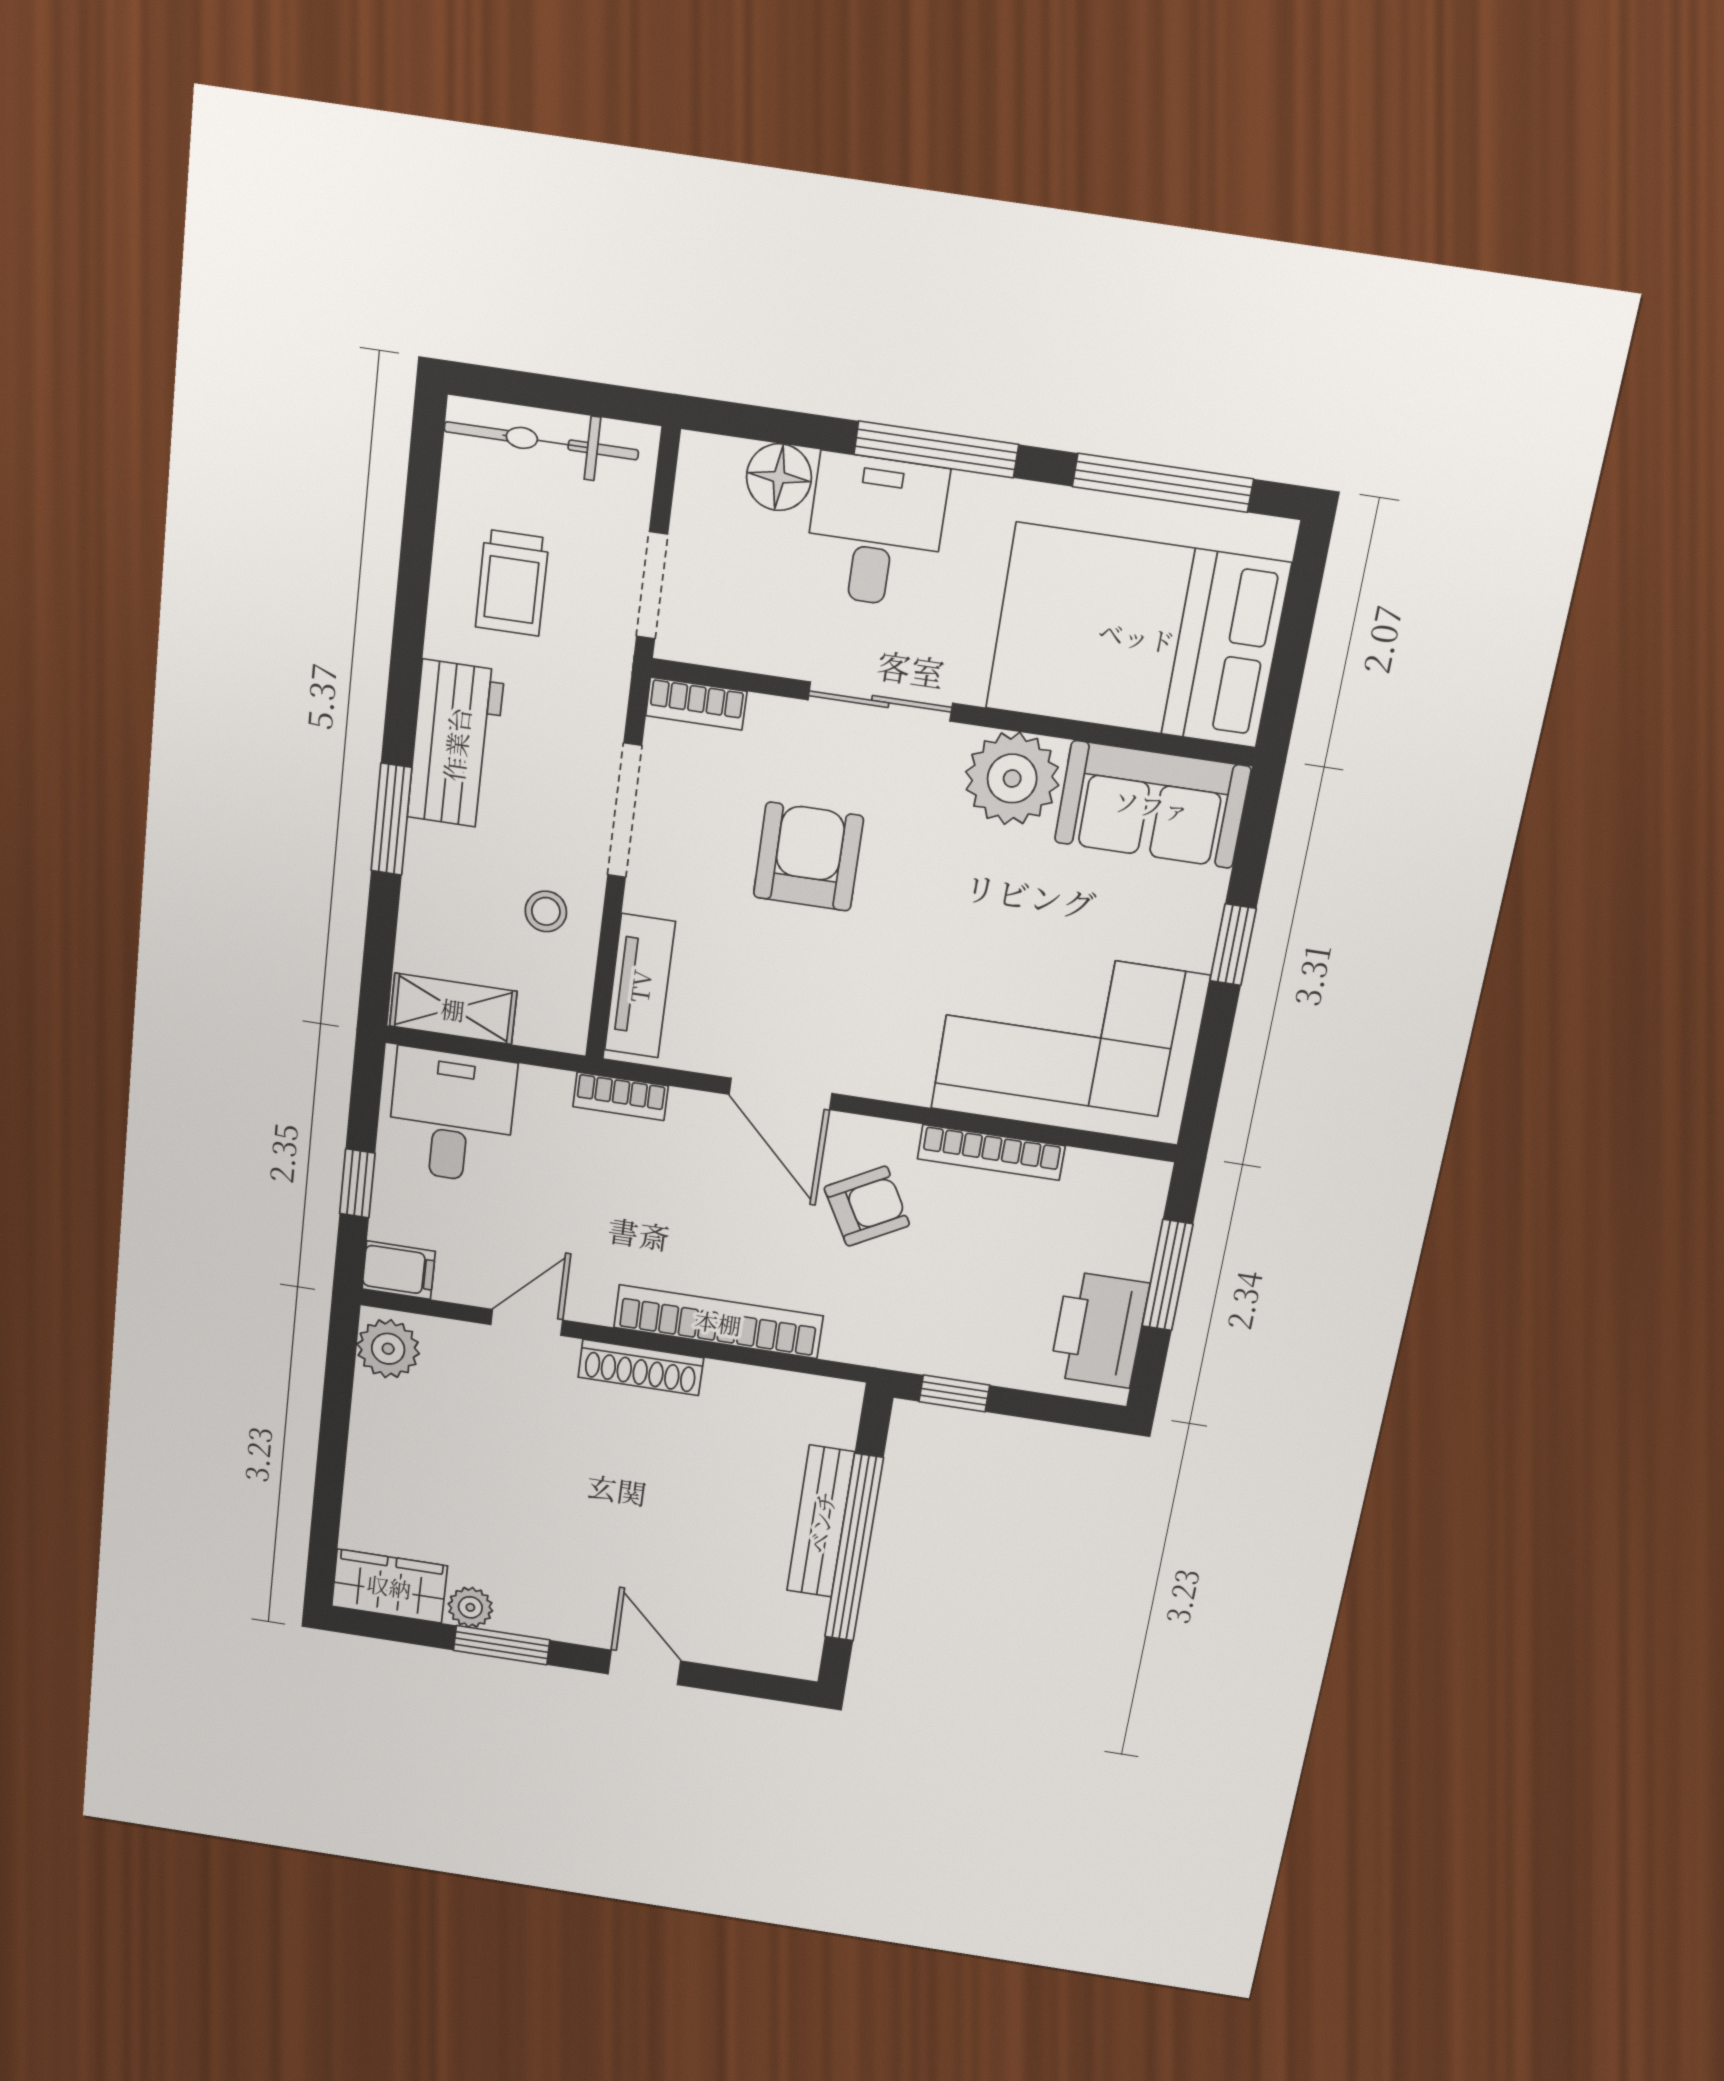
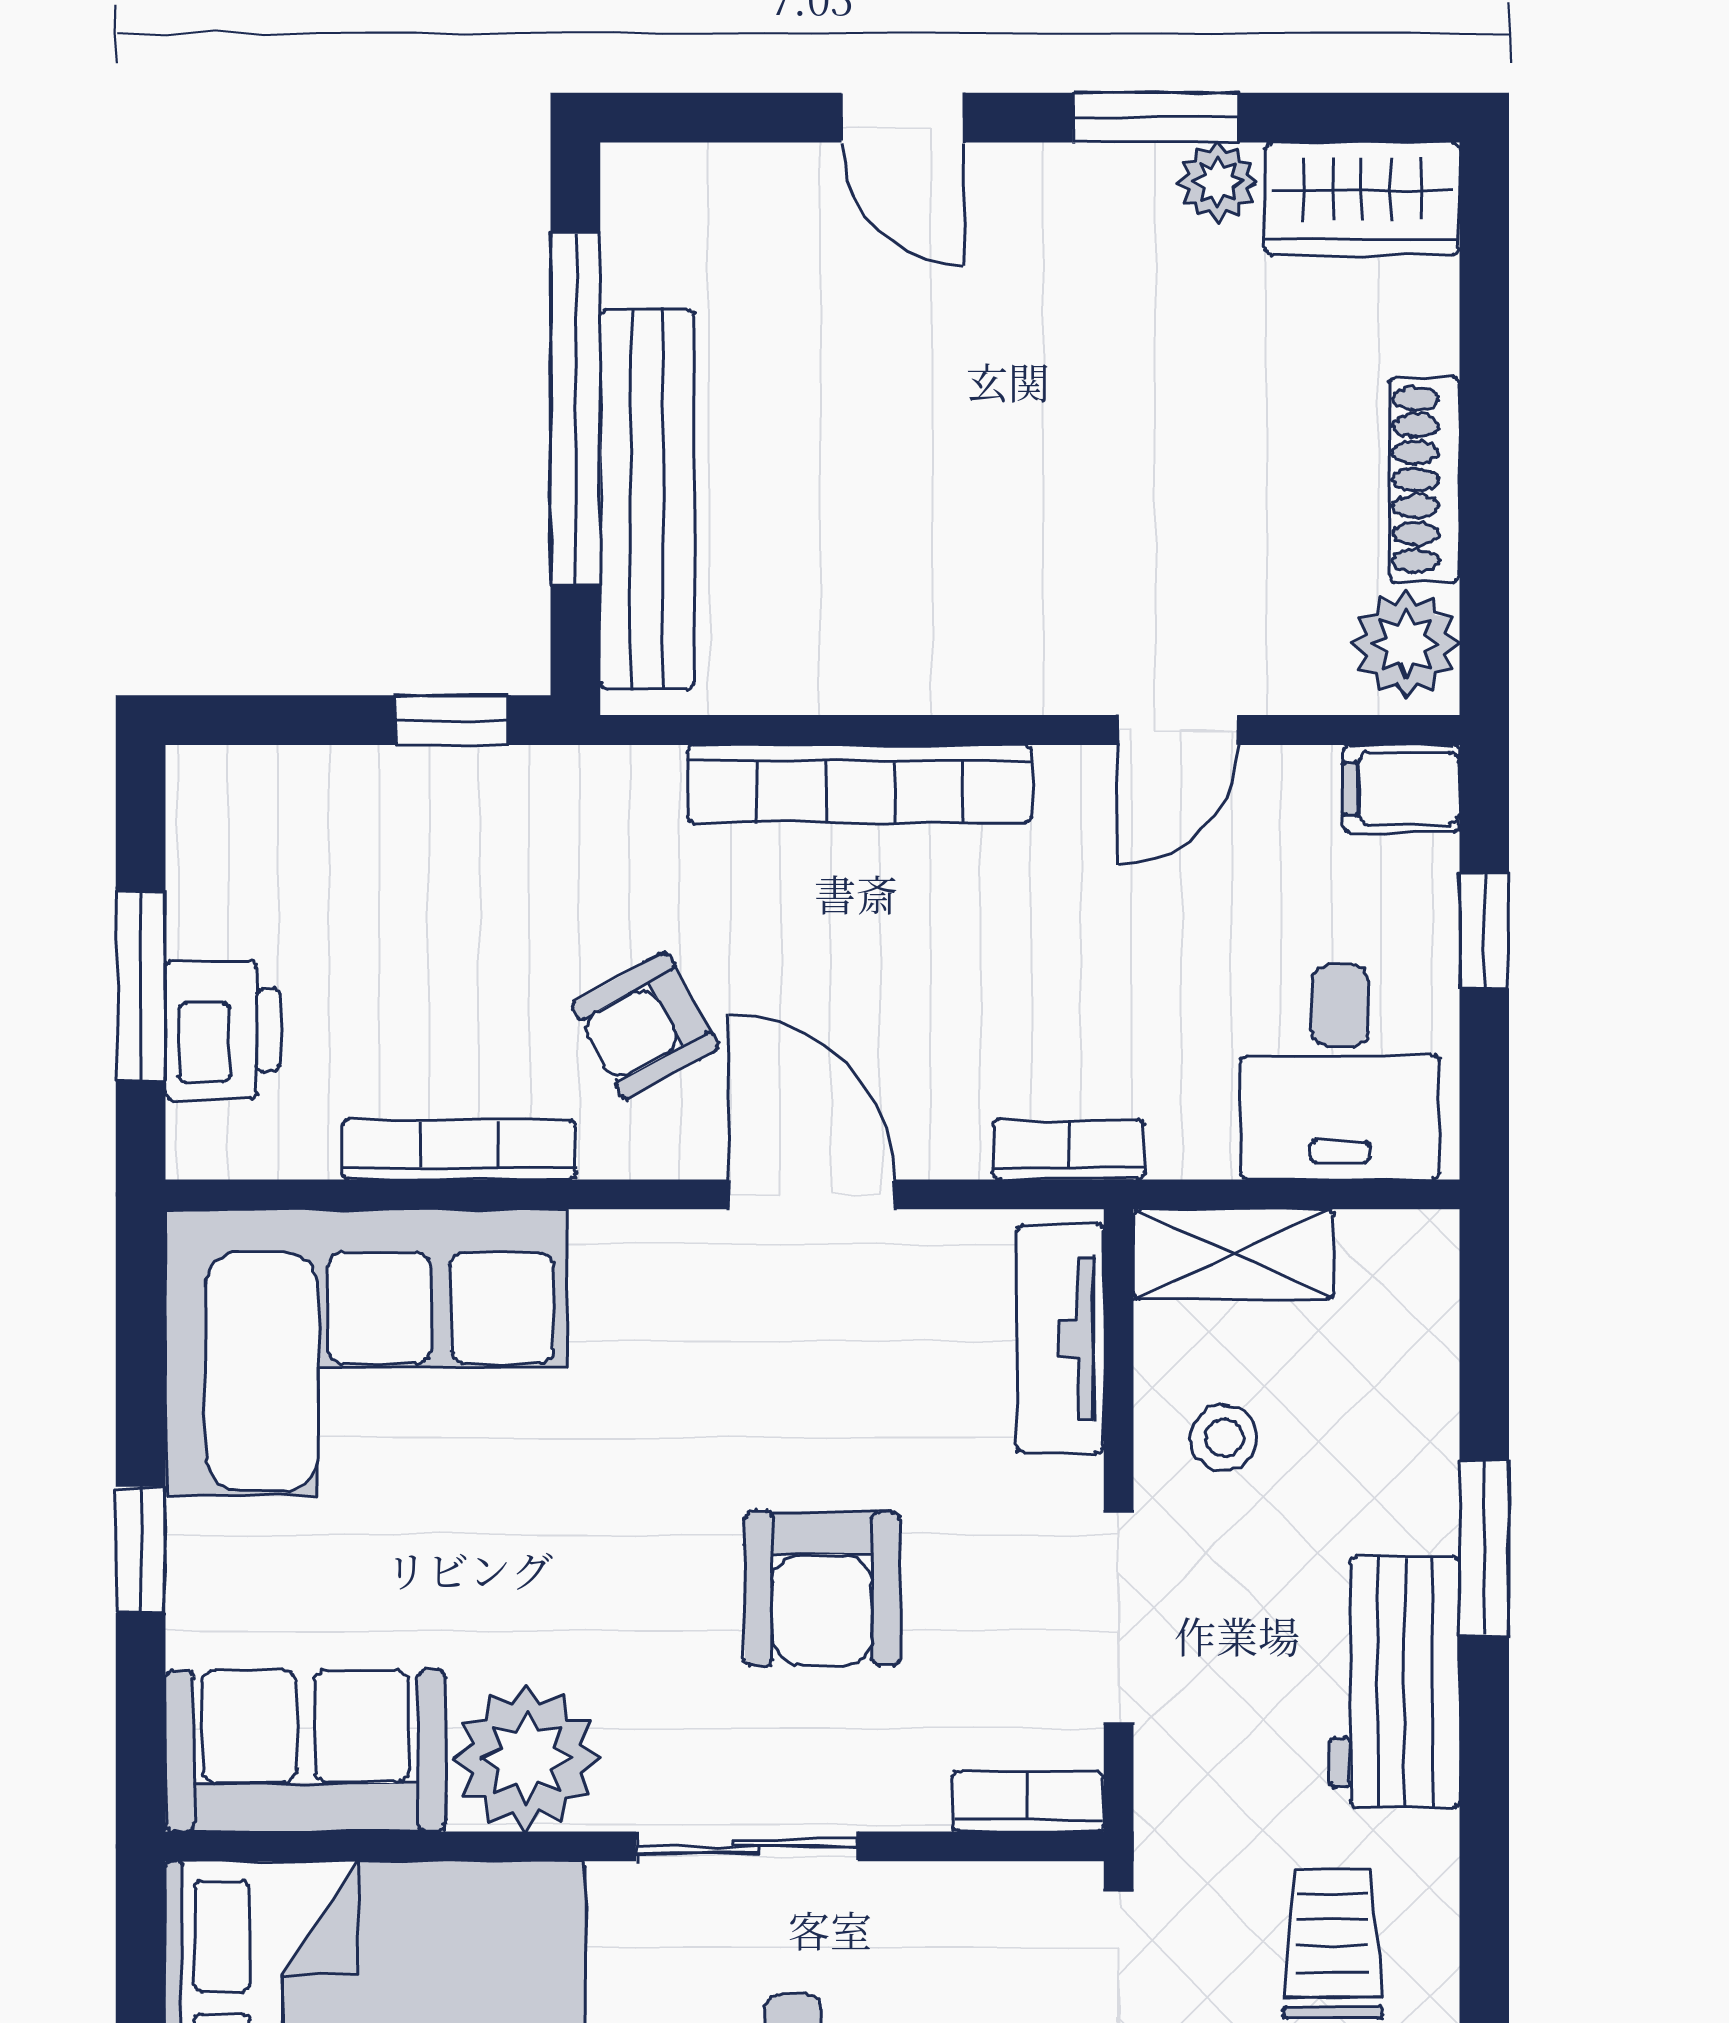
shelving: (453, 1009) -> (1233, 1254), moved
printer: (1099, 1330) -> (223, 1030), moved, width x0.73, depth x0.84
shoe rack: (641, 1367) -> (1425, 480), moved, turned -90
bench: (821, 1522) -> (647, 499), width x1.37, depth x1.21

